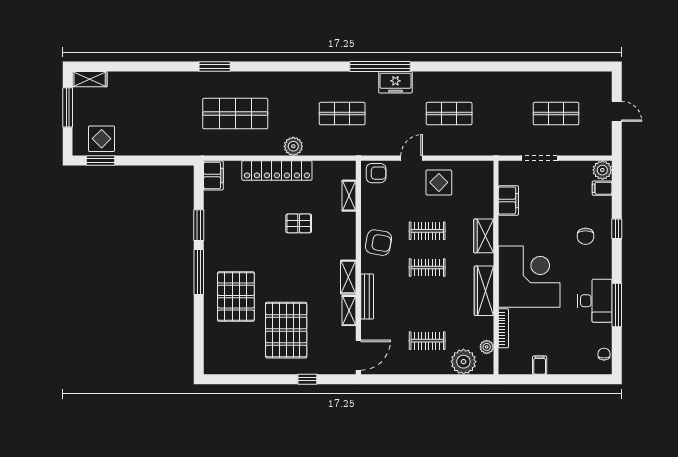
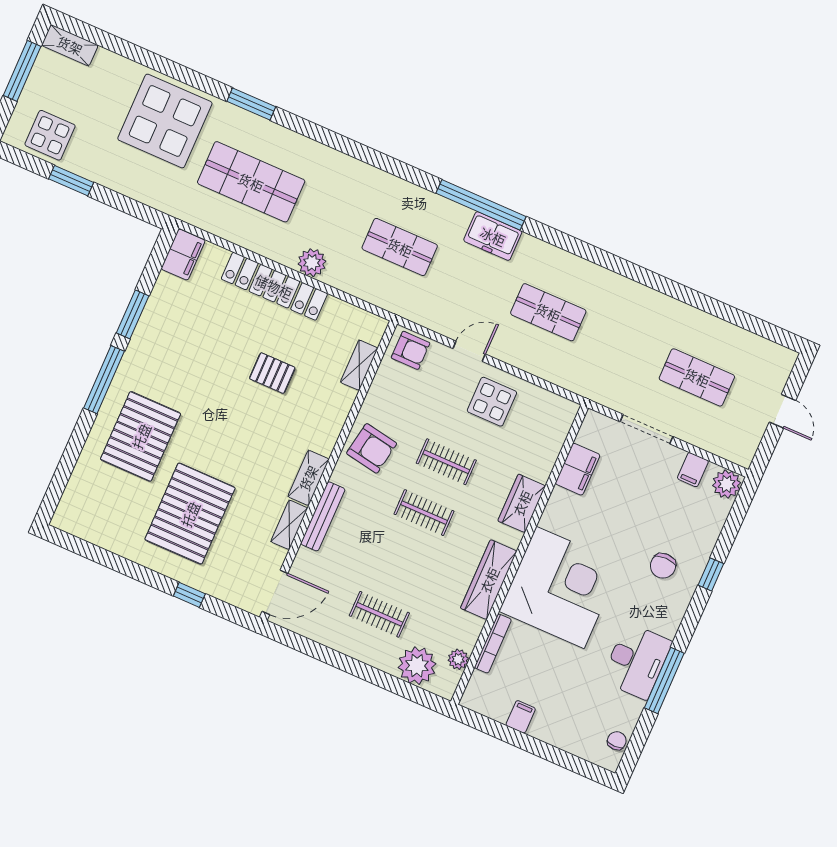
display table: (167, 100) -> (165, 121), added
window: (100, 161) -> (71, 181), moved
filing cabinet: (602, 188) -> (693, 470), moved, turned -90

